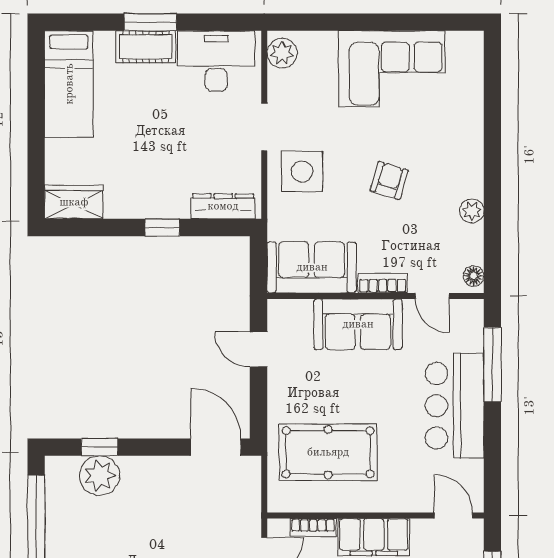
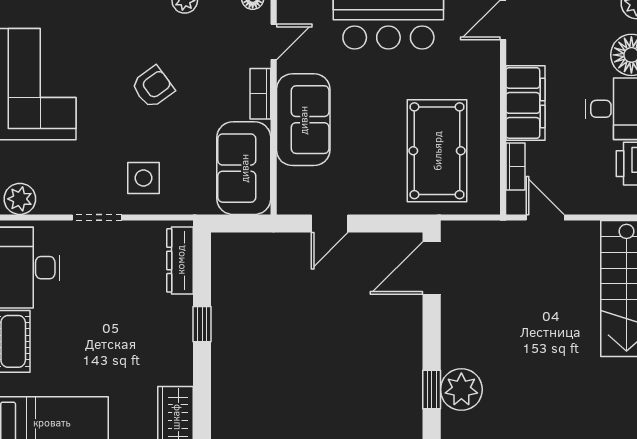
side table: (302, 171) -> (143, 178), width x0.73, depth x0.73
armchair: (389, 180) -> (153, 87), turned 127

